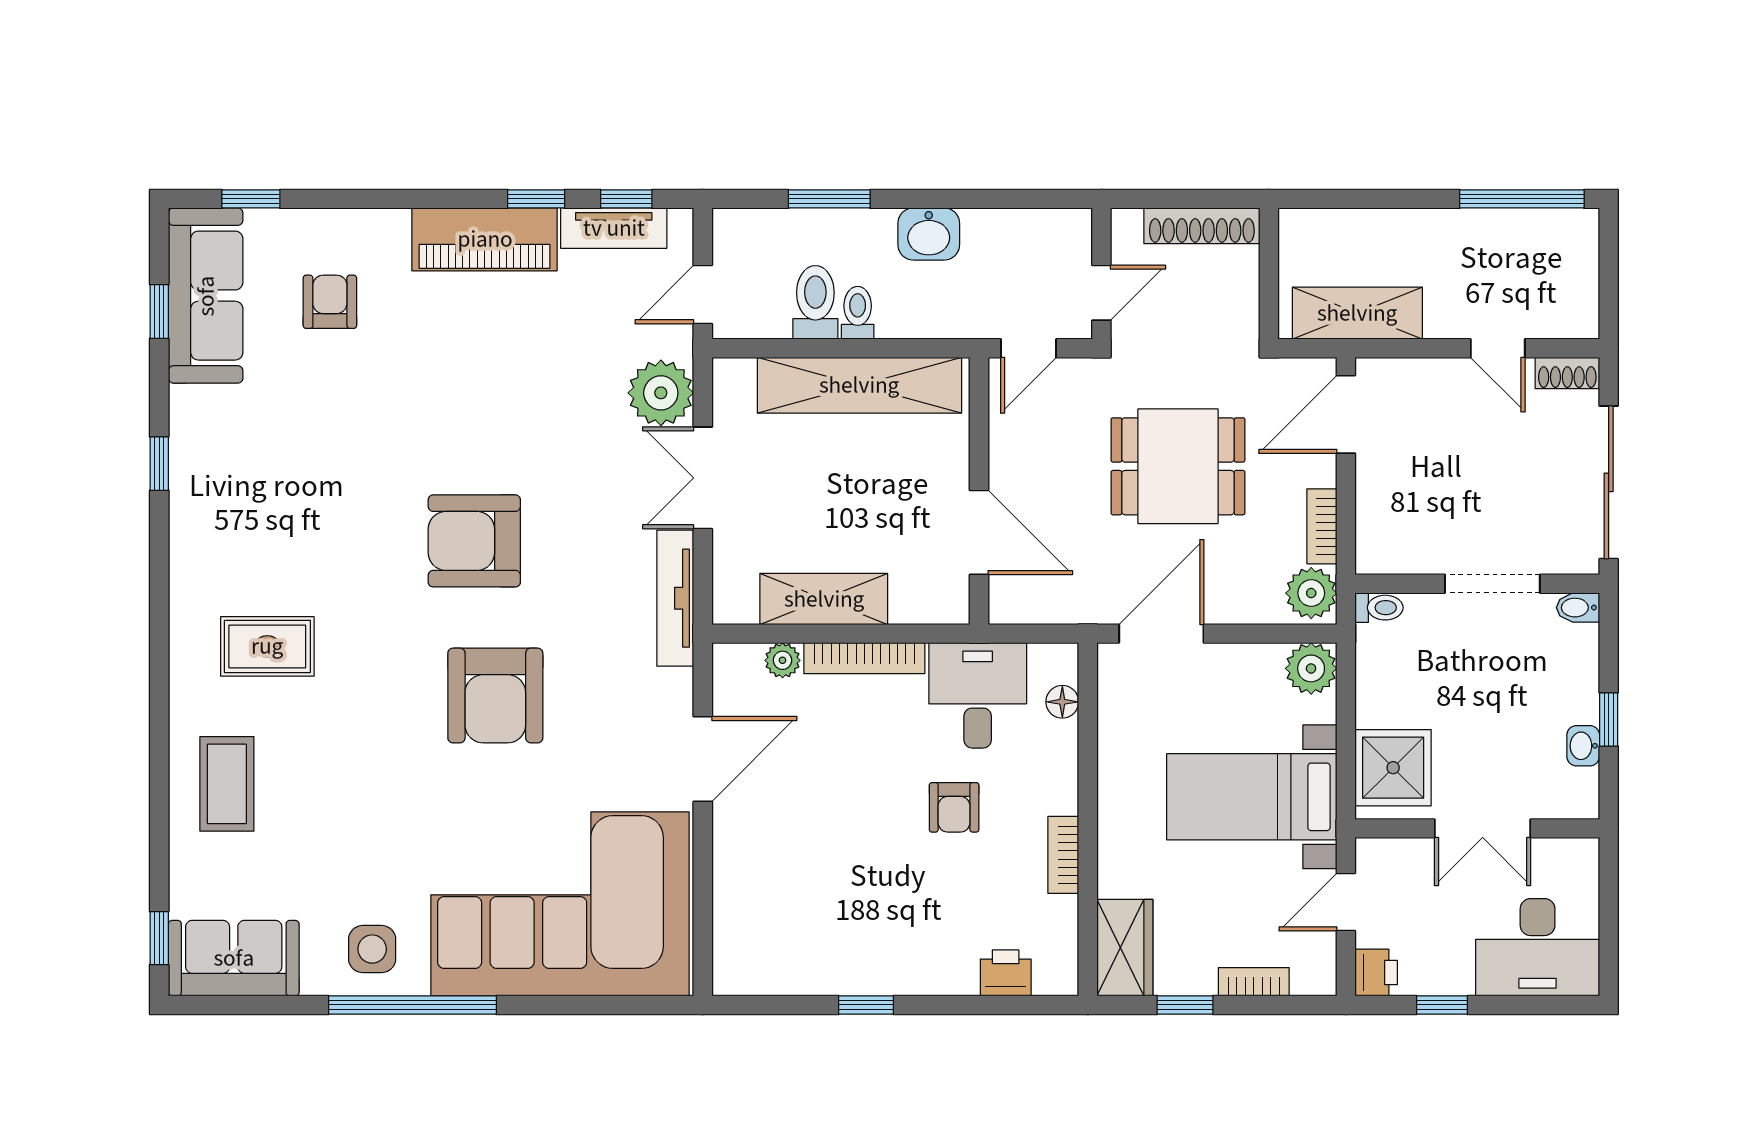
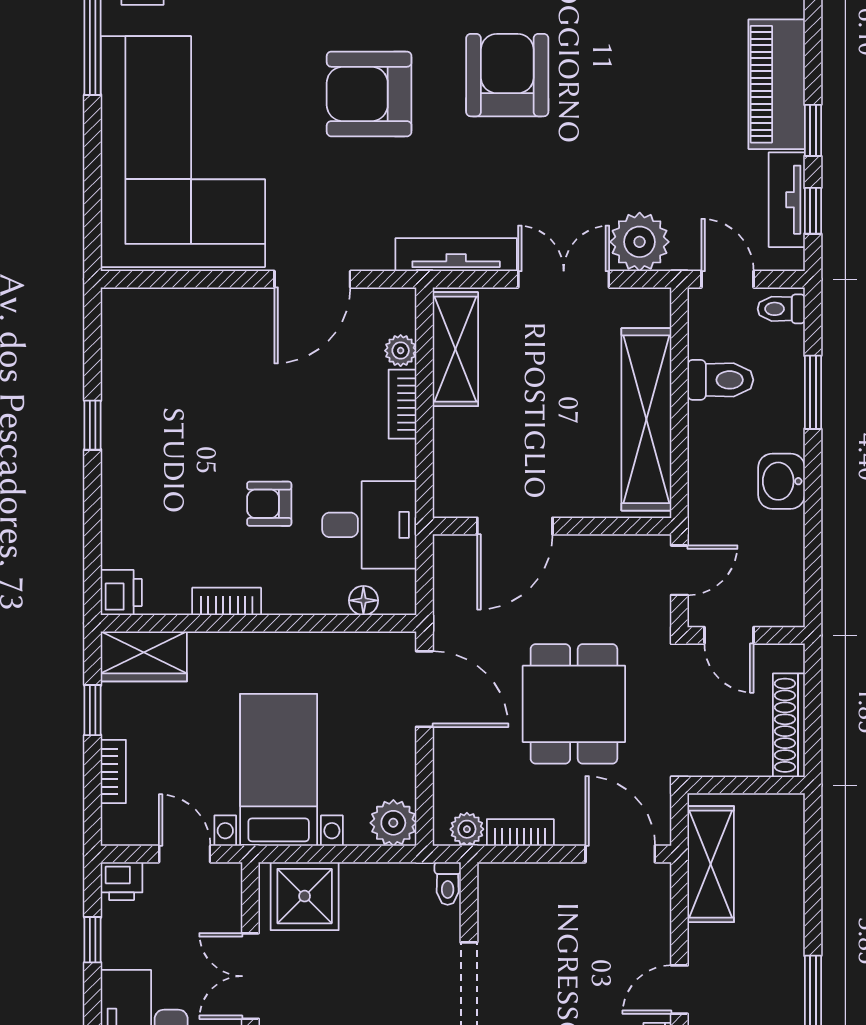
toilet: (858, 313) -> (781, 309), moved, turned 180
door: (1028, 348) -> (679, 570), swing flipped
plant: (1311, 593) -> (467, 829), width x0.73, depth x0.73
shelving: (824, 599) -> (455, 349), moved
bookcase: (864, 658) -> (402, 404), width x0.64
door: (703, 759) -> (312, 279), hinge flipped
printer: (1006, 973) -> (121, 593), moved

